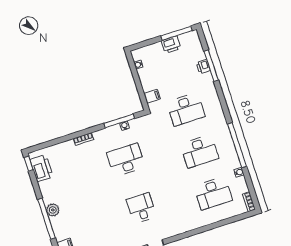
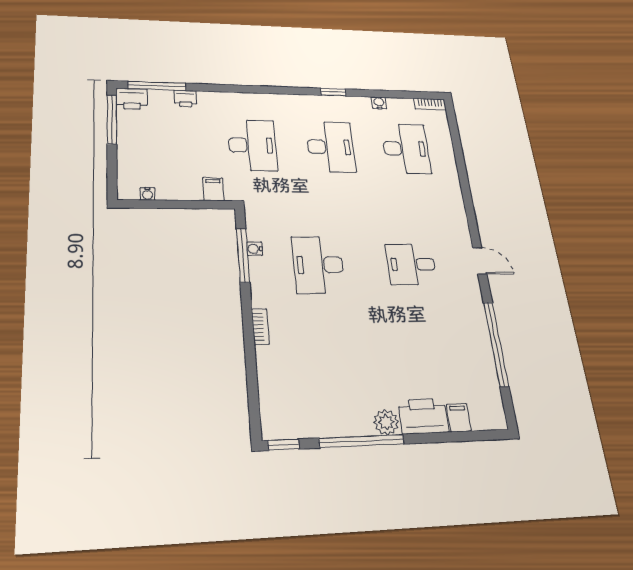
printer: (171, 45) -> (132, 99), moved, turned 90
window: (211, 66) -> (157, 86), moved
window: (237, 145) -> (333, 92), width x0.32
printer: (42, 168) -> (423, 416), moved
window: (46, 219) -> (362, 441), moved

